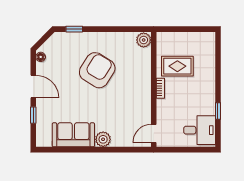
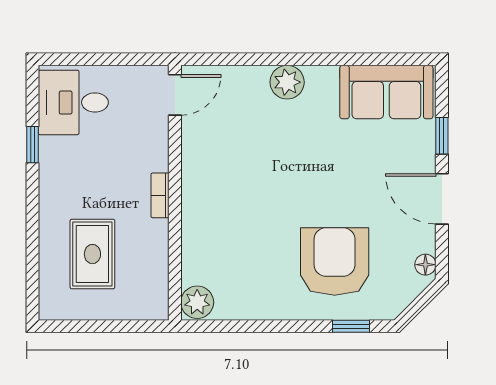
rug: (177, 66) -> (92, 254), moved, turned 90
armchair: (97, 70) -> (335, 261), moved, turned 148
sofa: (73, 135) -> (386, 92), moved

